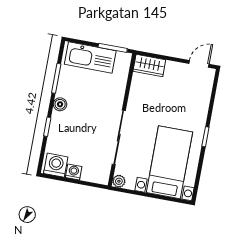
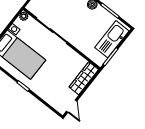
wardrobe: (149, 66) -> (84, 78), width x1.50

